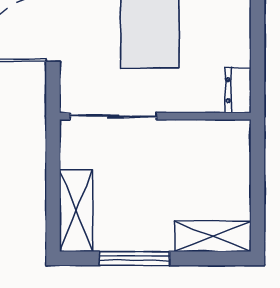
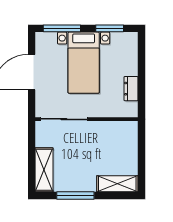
dresser: (238, 90) -> (131, 89), moved

